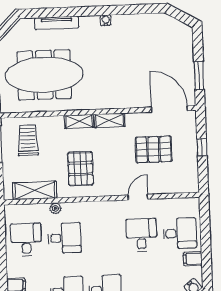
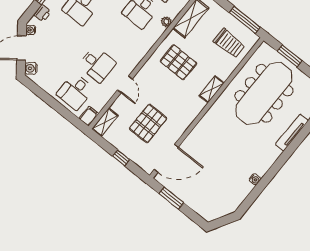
water cooler: (106, 20) -> (255, 179), moved
shelving: (110, 120) -> (105, 122), moved
filing cabinet: (193, 259) -> (89, 116), moved

